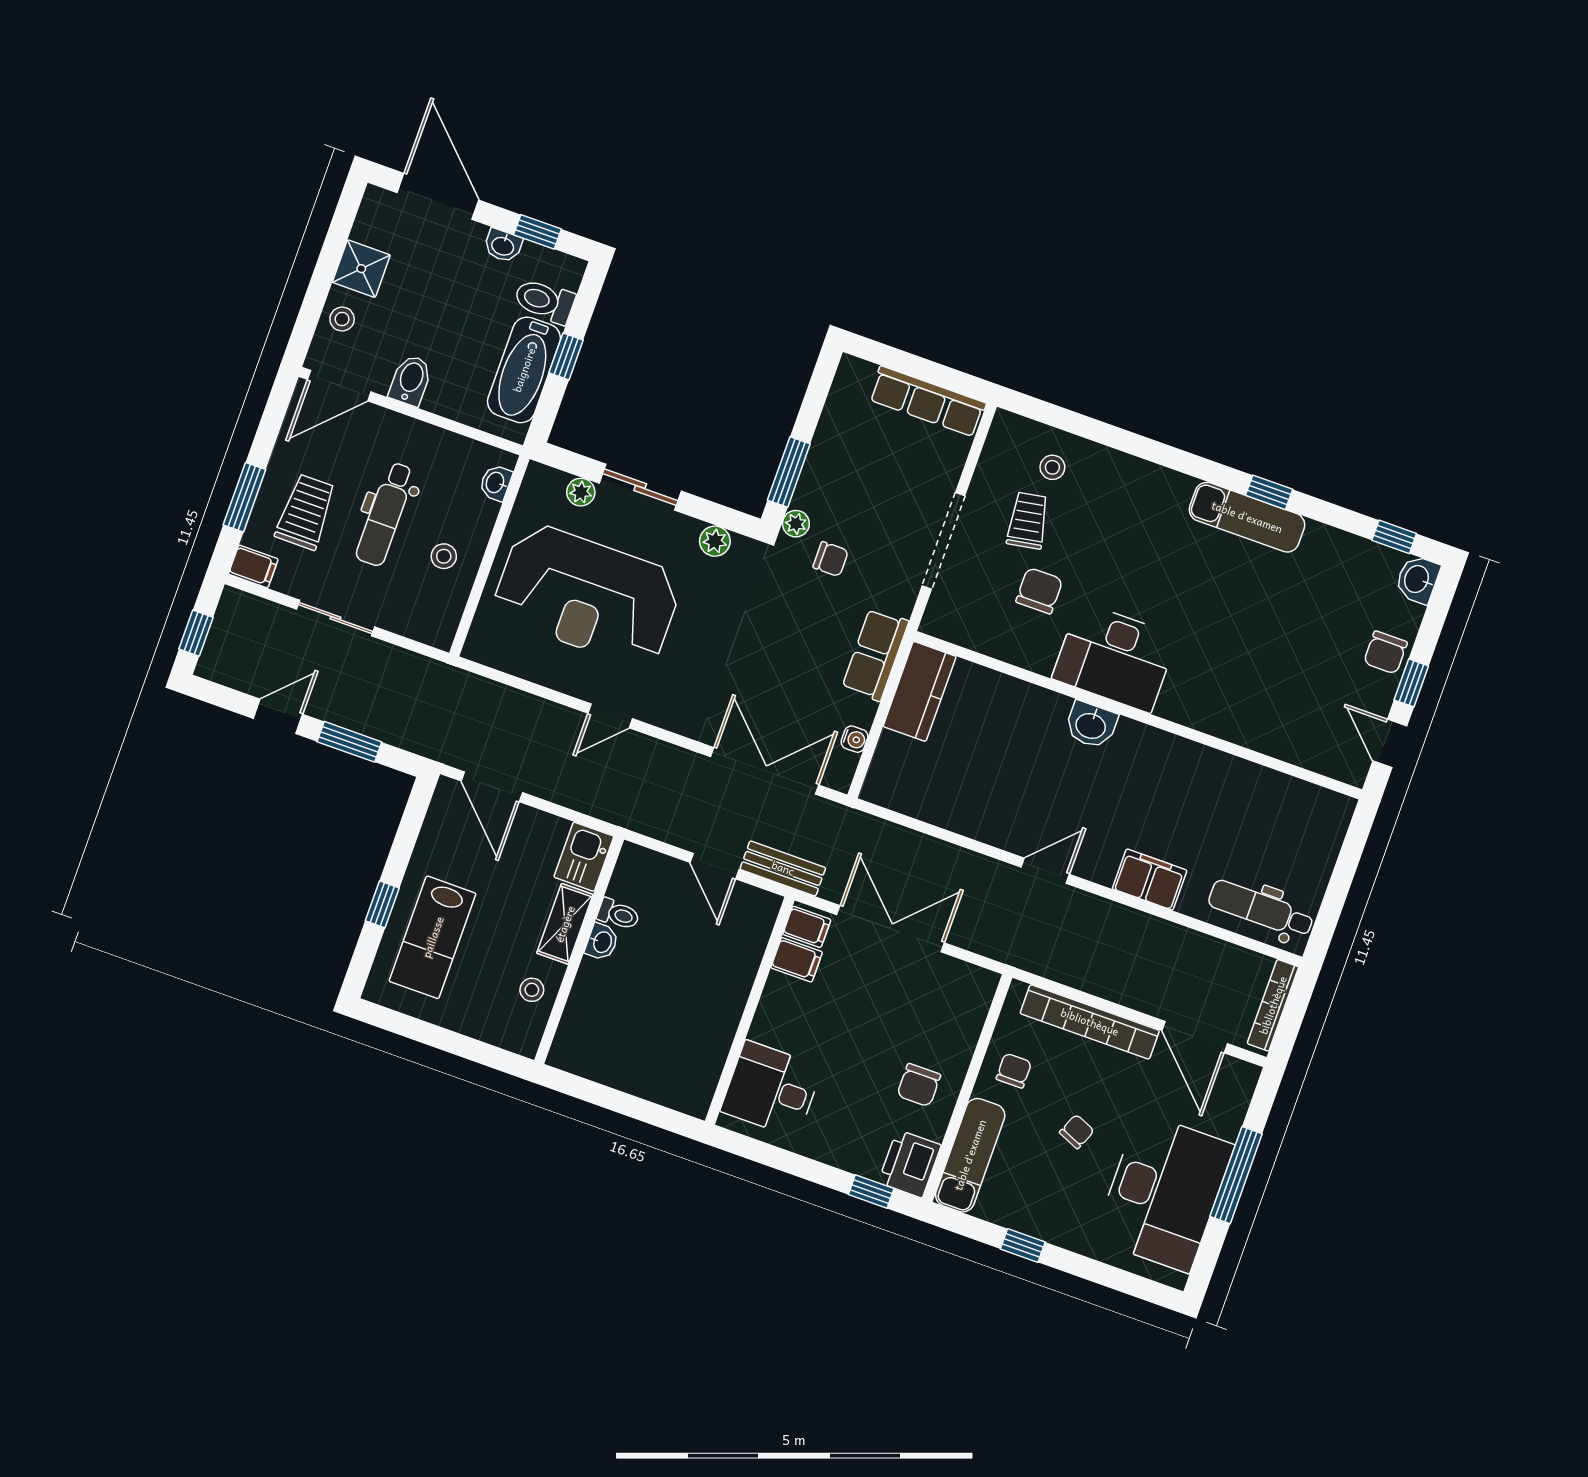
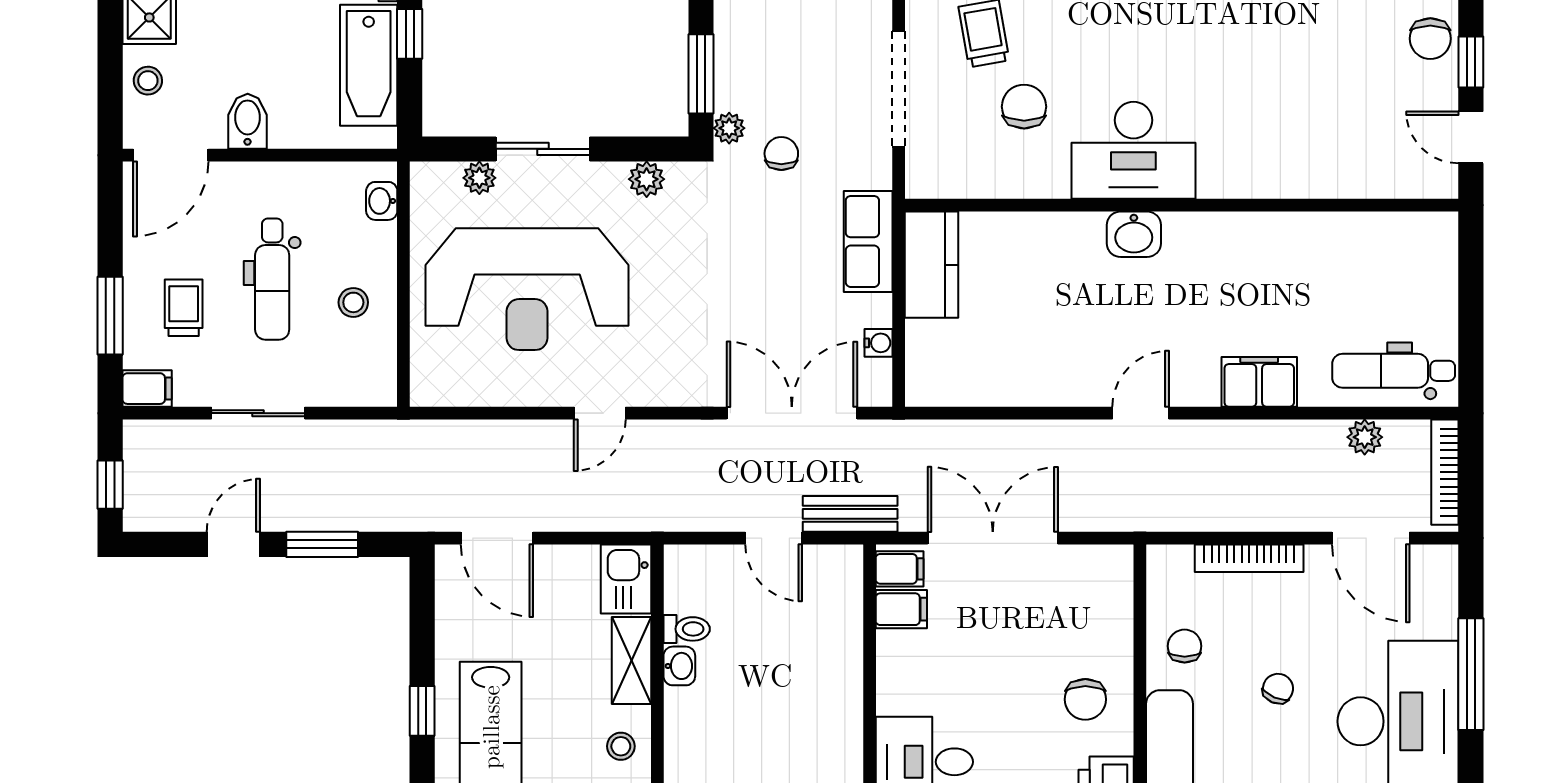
trolley: (306, 512) -> (184, 308), width x0.73, depth x0.72
chair: (831, 559) -> (781, 154), turned -90
plant: (1219, 954) -> (1365, 437), added
bookcase: (1090, 1022) -> (1249, 558), width x0.68, depth x0.76

